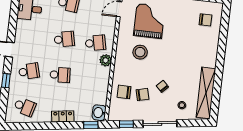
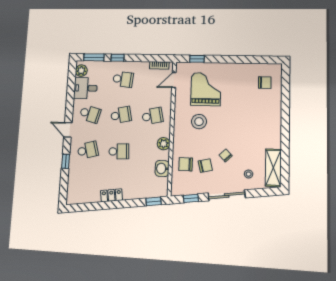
plant: (106, 60) -> (164, 144), moved
shelving: (206, 93) -> (273, 168), width x0.68
school desk: (25, 107) -> (90, 114), moved
washbasin: (99, 113) -> (162, 168), moved
locker: (63, 116) -> (111, 195), moved

